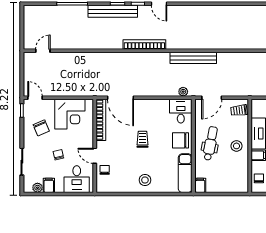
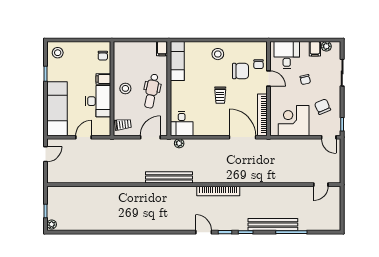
bench: (113, 11) -> (273, 224), moved
chair: (180, 140) -> (241, 71), moved

